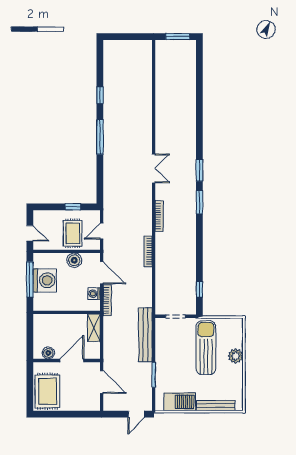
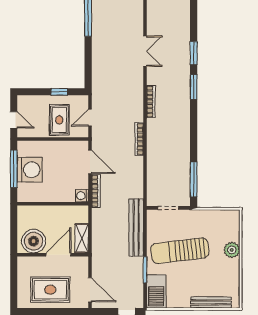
boiler: (74, 260) -> (61, 148), removed
window: (199, 289) -> (194, 179), width x2.17
washing machine: (94, 294) -> (82, 196), moved
shelving: (94, 328) -> (82, 238), moved
sun lounger: (206, 348) -> (180, 251), moved, turned -97
boiler: (48, 353) -> (34, 241), width x1.86, depth x1.86
door: (102, 382) -> (90, 290), moved
rug: (48, 391) -> (50, 290), moved, turned 90
barbecue: (180, 402) -> (156, 291), moved, turned 90

